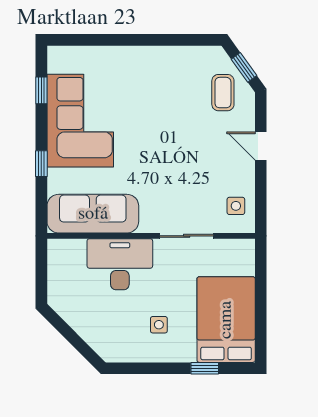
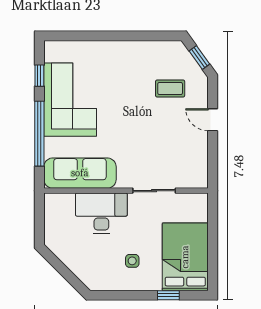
coffee table: (223, 93) -> (170, 88), moved, turned 90
window: (41, 164) -> (39, 134), width x3.17
side table: (236, 206) -> (193, 167), removed

